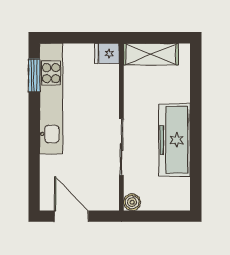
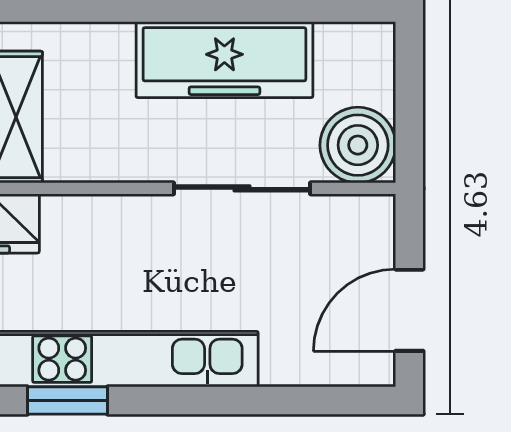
boiler: (132, 202) -> (358, 145), width x1.86, depth x1.86

